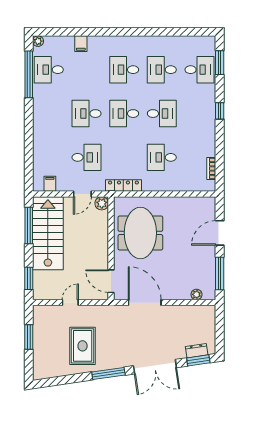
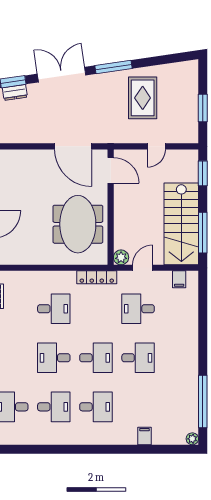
desk: (49, 70) -> (180, 407), removed
plant: (197, 294) -> (15, 155), removed

